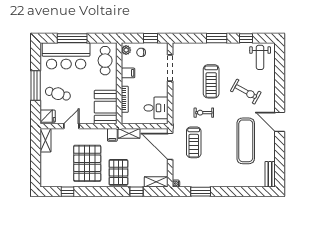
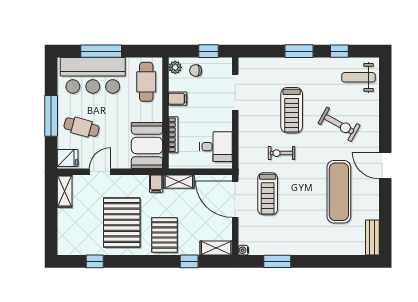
weight bench: (260, 57) -> (359, 77), turned 90

